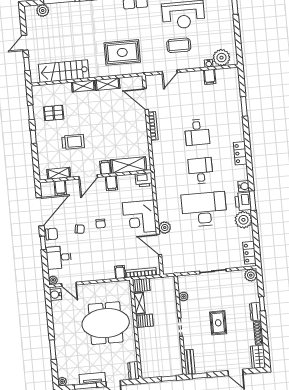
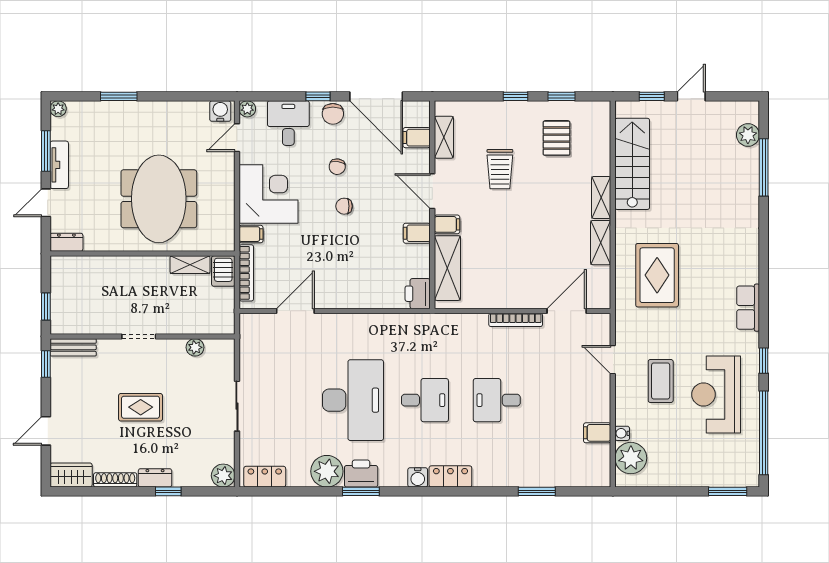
door: (25, 43) -> (691, 96), hinge flipped
water cooler: (244, 186) -> (418, 477), moved
corner desk: (140, 217) -> (268, 194), moved, turned 90
plant: (165, 228) -> (326, 324), removed
server rack: (144, 321) -> (157, 271), removed

